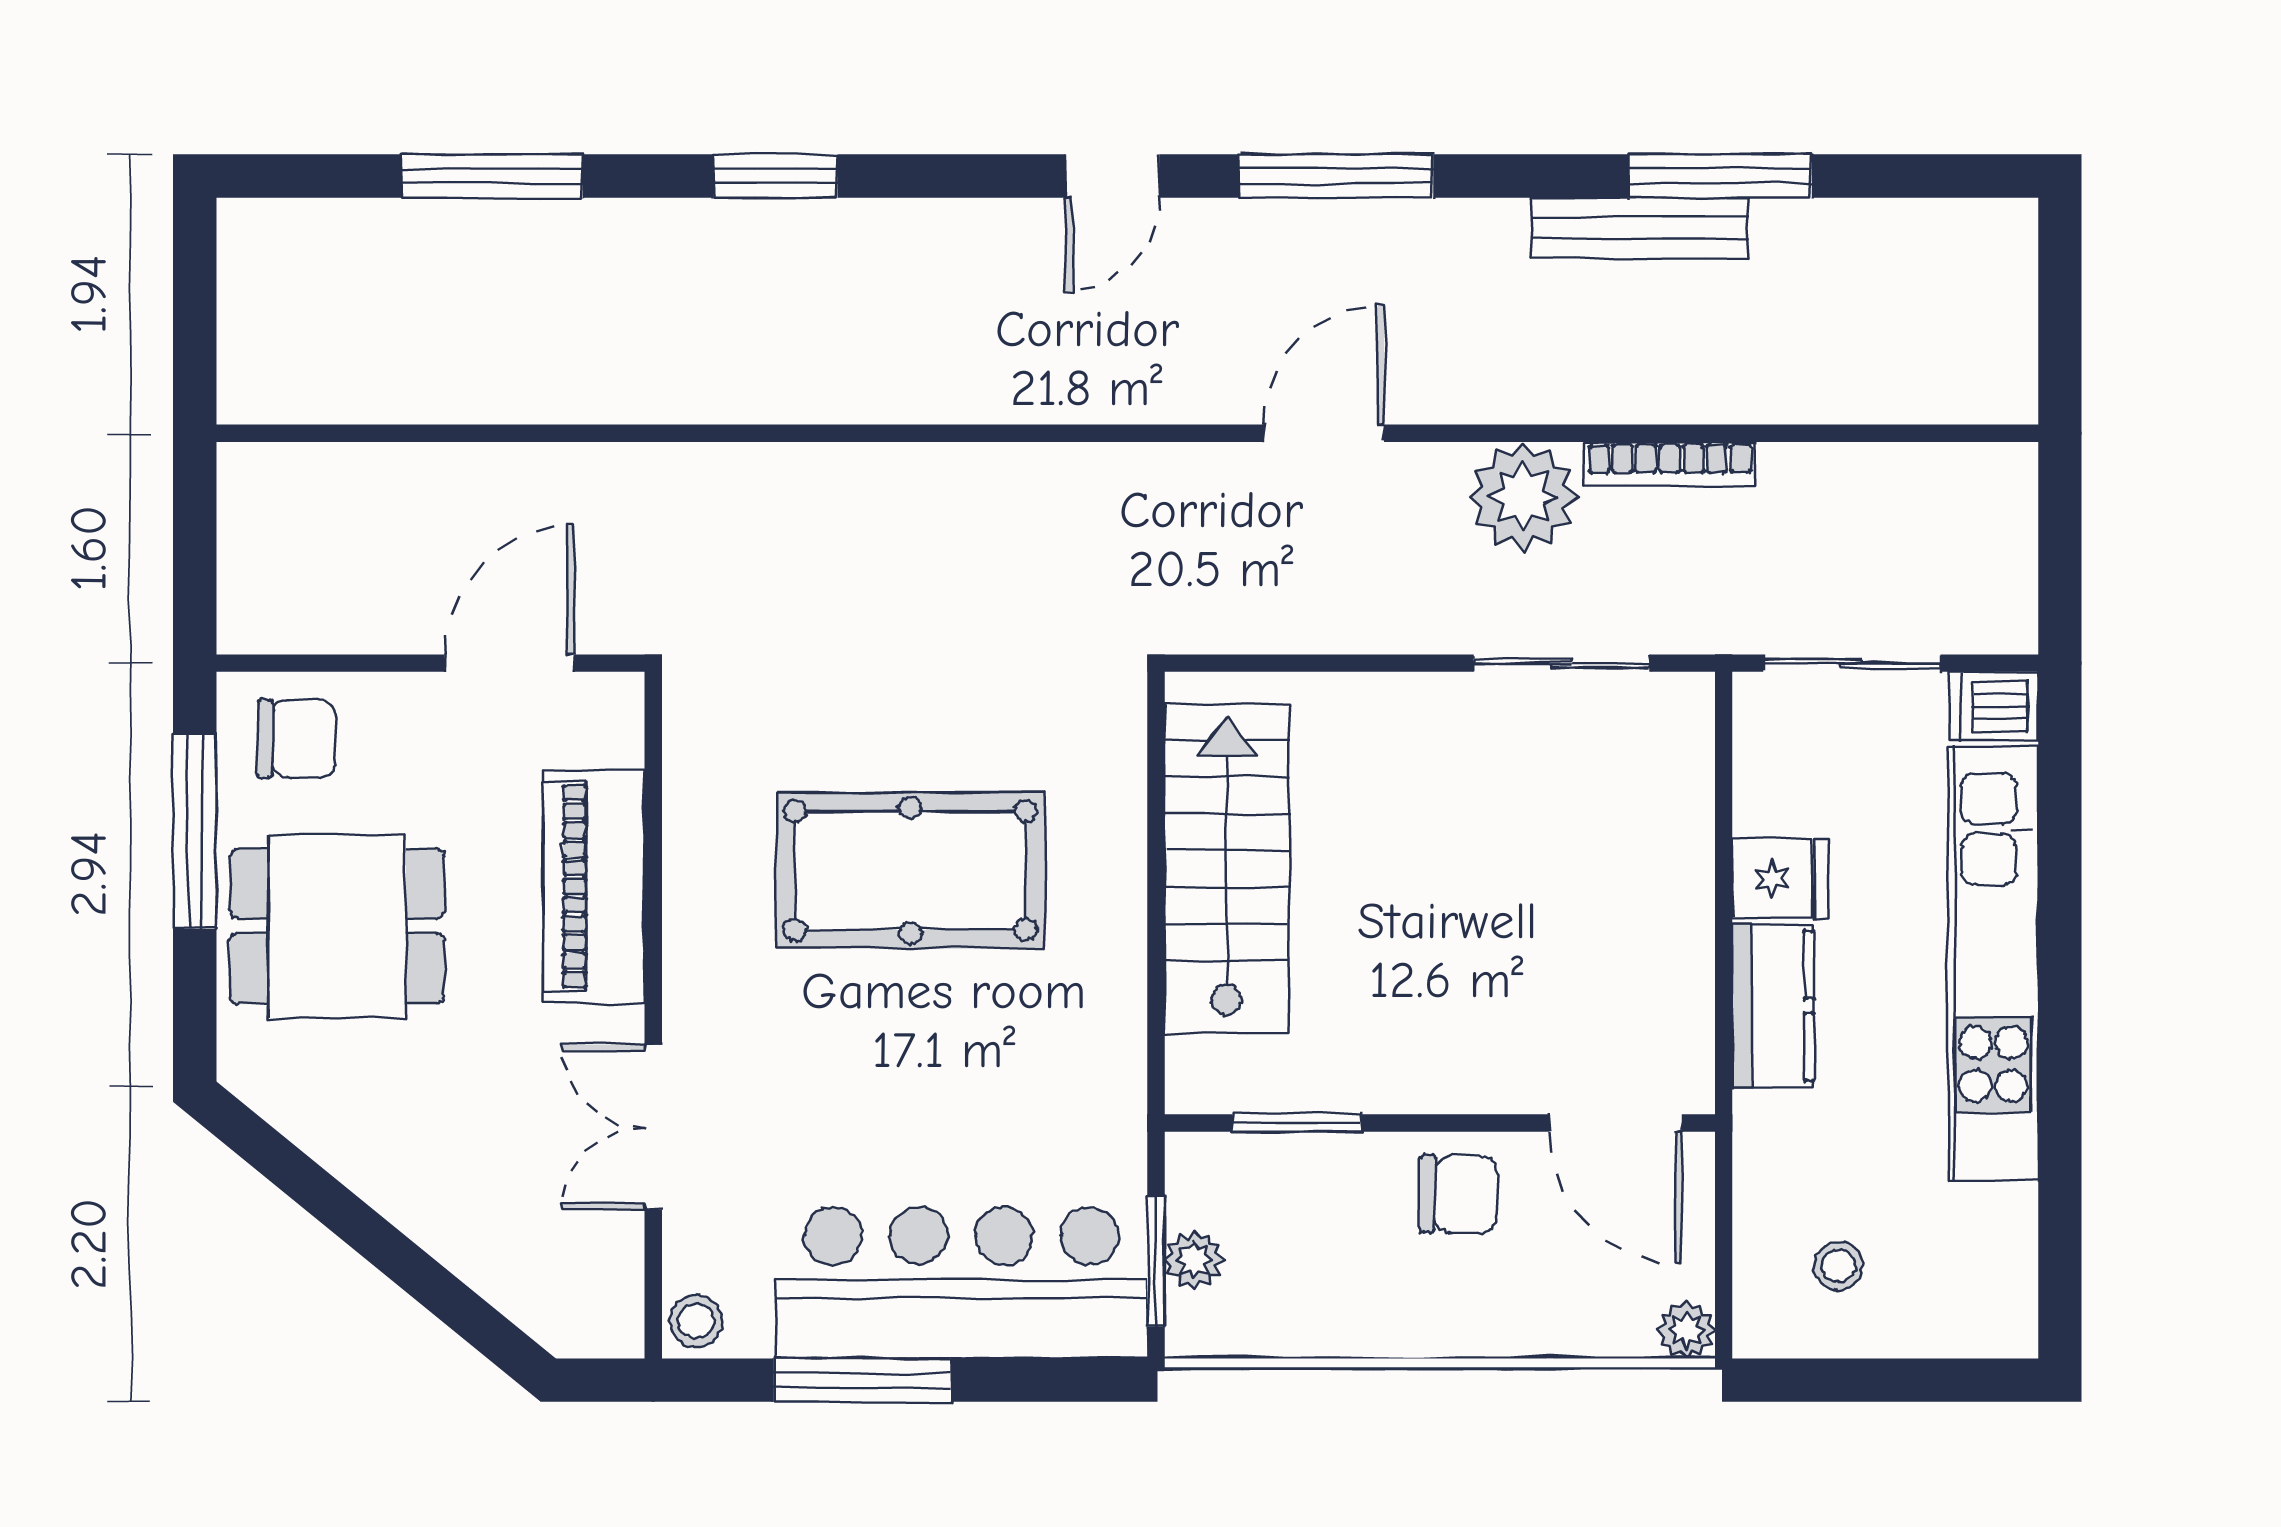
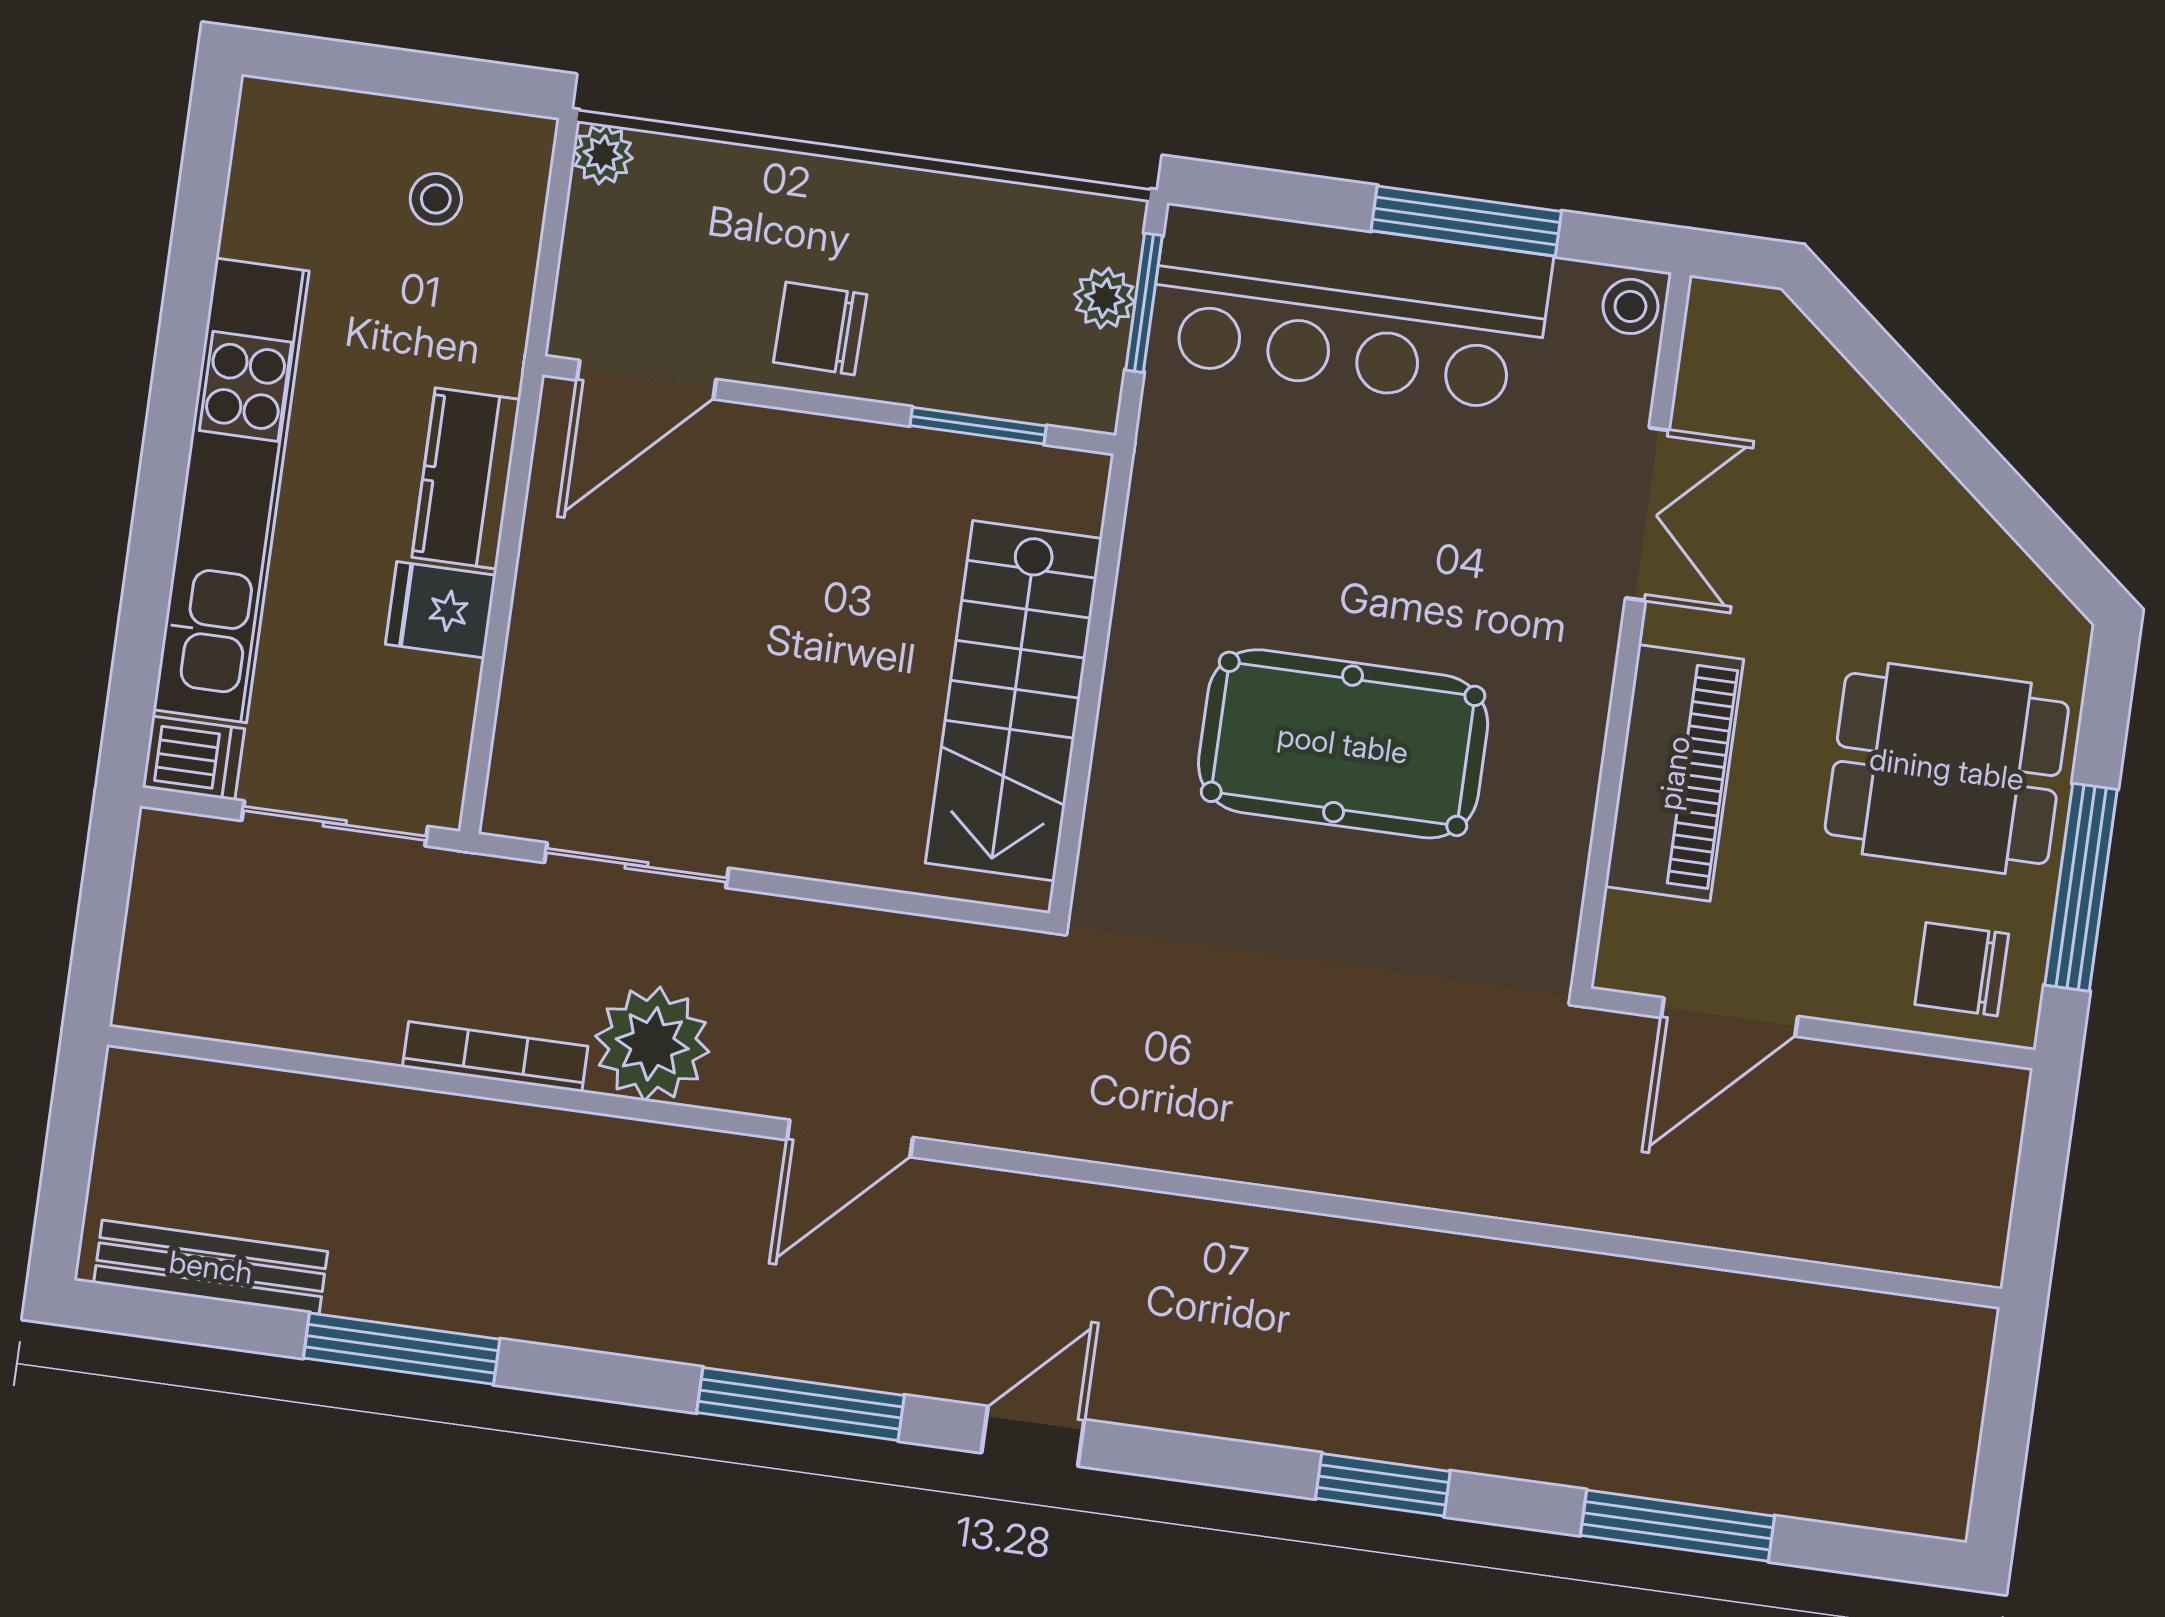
bench: (1640, 228) -> (211, 1267), moved
door: (1616, 1123) -> (647, 380), swing flipped

